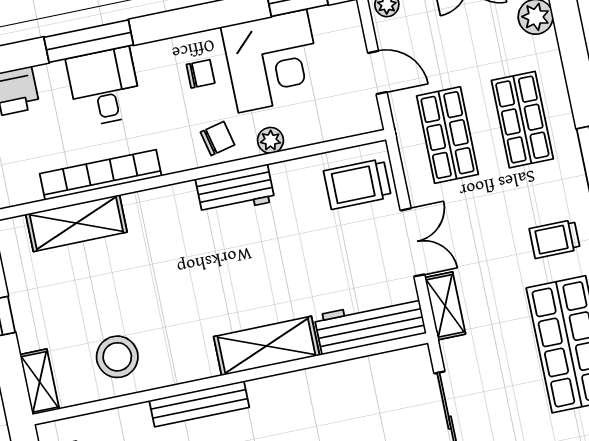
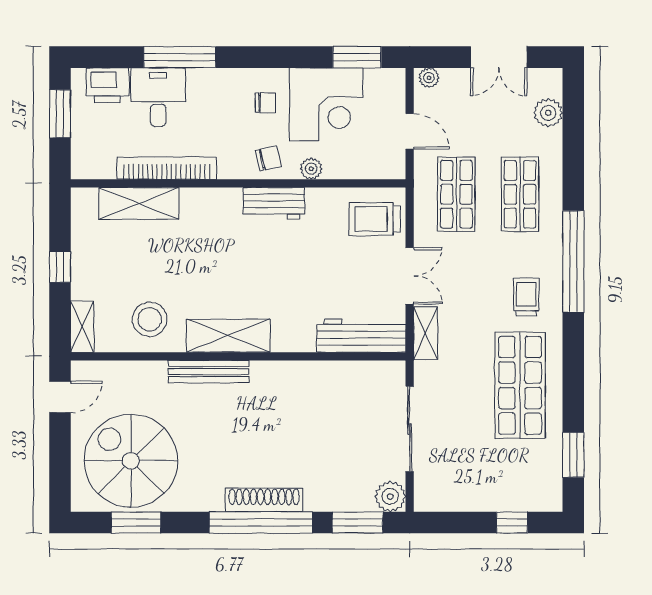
desk: (104, 87) -> (158, 97), moved
trolley: (555, 239) -> (526, 297), turned 90
shelving: (267, 346) -> (228, 336), moved

